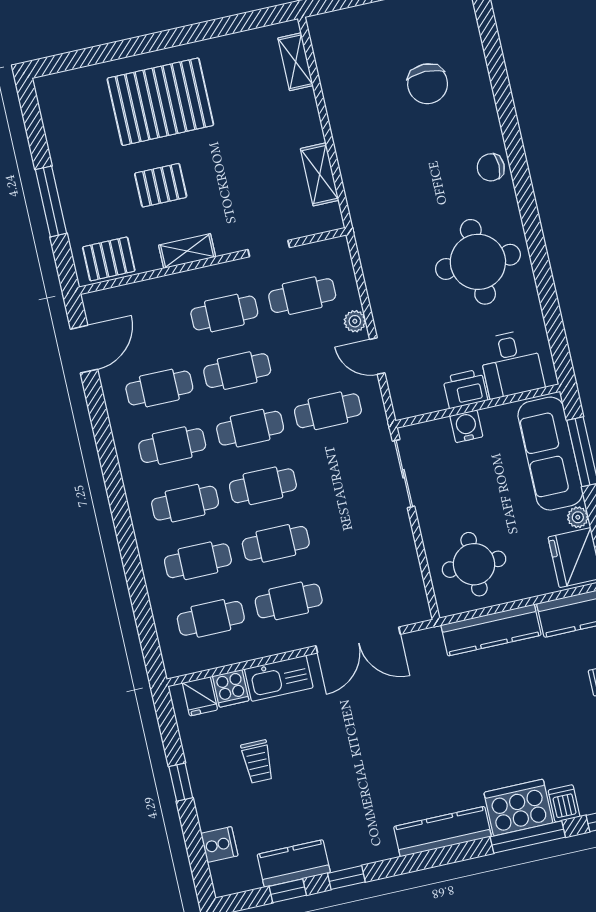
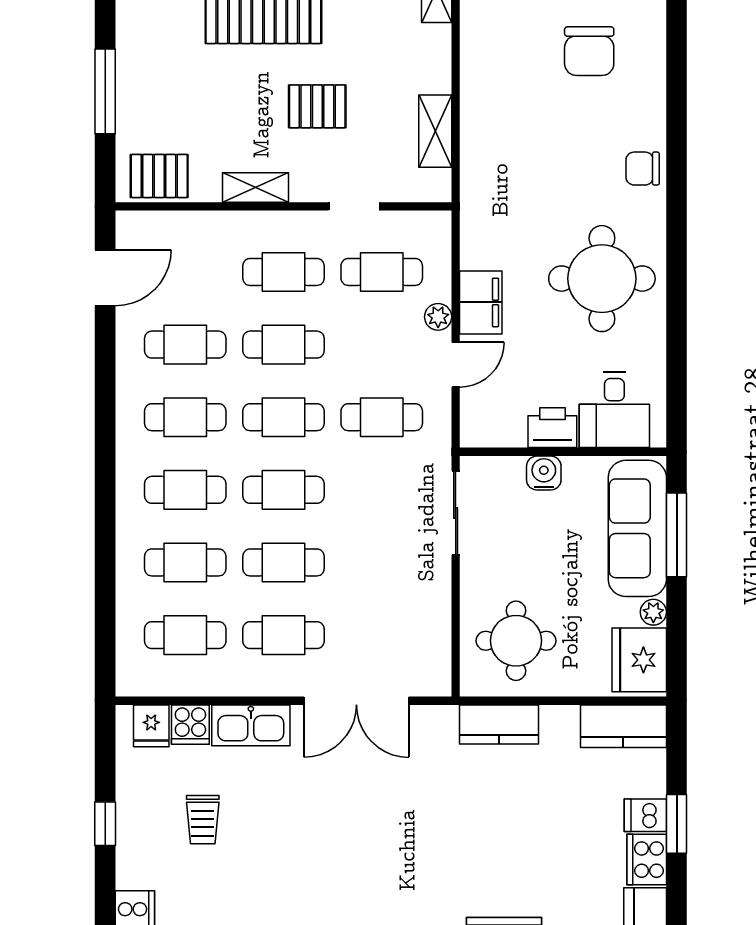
pallet: (161, 185) -> (317, 106), moved
filing cabinet: (386, 302) -> (481, 302), added
door: (377, 356) -> (456, 365), swing flipped
kitchen counter: (491, 630) -> (499, 724), width x0.67

